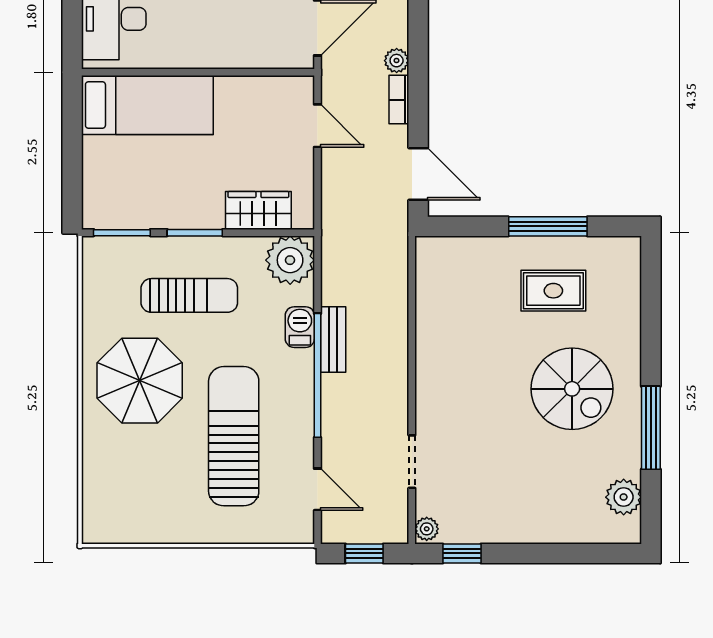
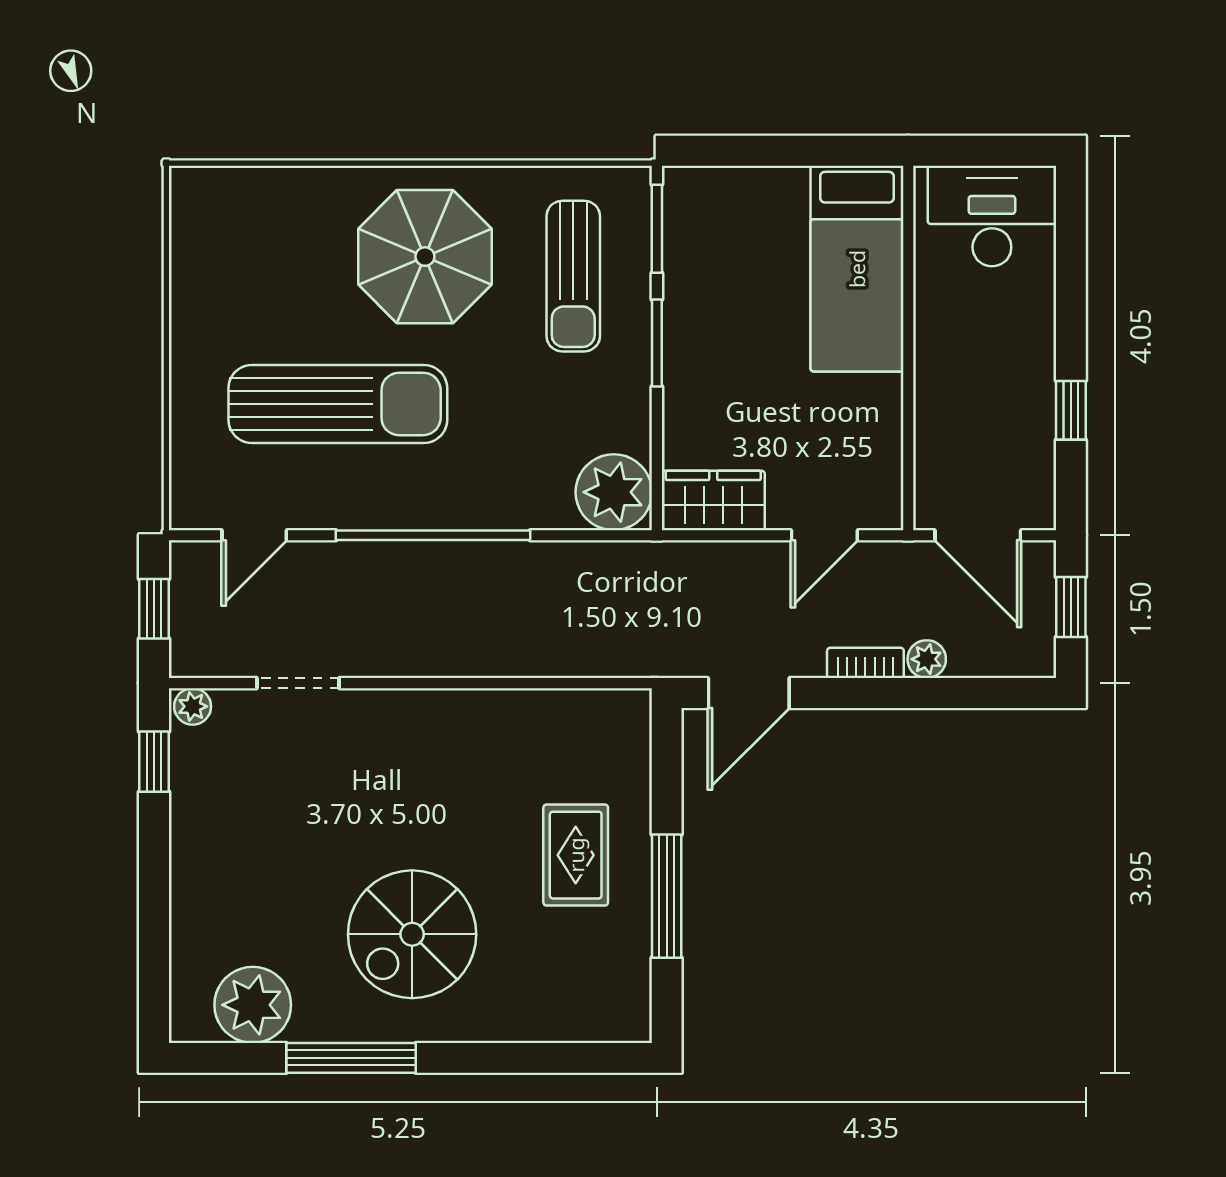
wardrobe: (258, 211) -> (713, 501), moved, turned -90
rug: (553, 291) -> (576, 855), moved
sun lounger: (189, 295) -> (573, 276), moved
barbecue: (300, 327) -> (509, 508), removed
bench: (333, 340) -> (489, 560), removed
plant: (624, 497) -> (253, 1005), width x1.36, depth x1.36

